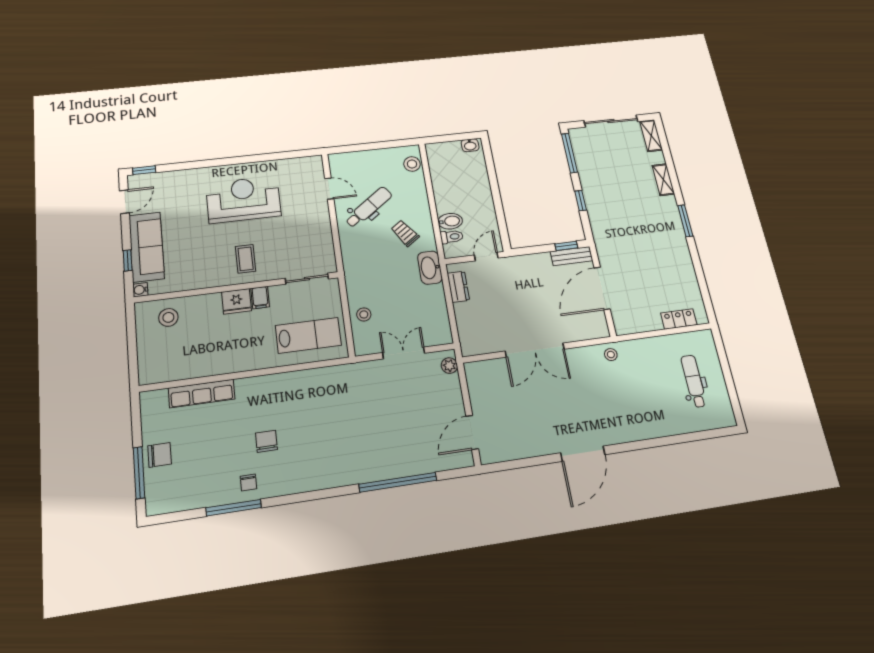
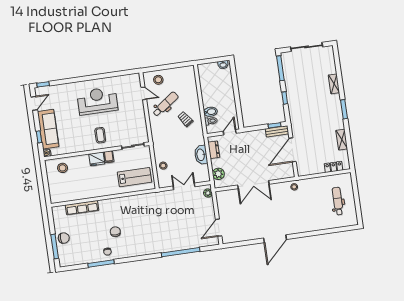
shelving: (651, 136) -> (342, 140), moved
stool: (412, 164) -> (158, 80), moved
washbasin: (430, 268) -> (201, 155), moved
plant: (468, 330) -> (218, 174), added

